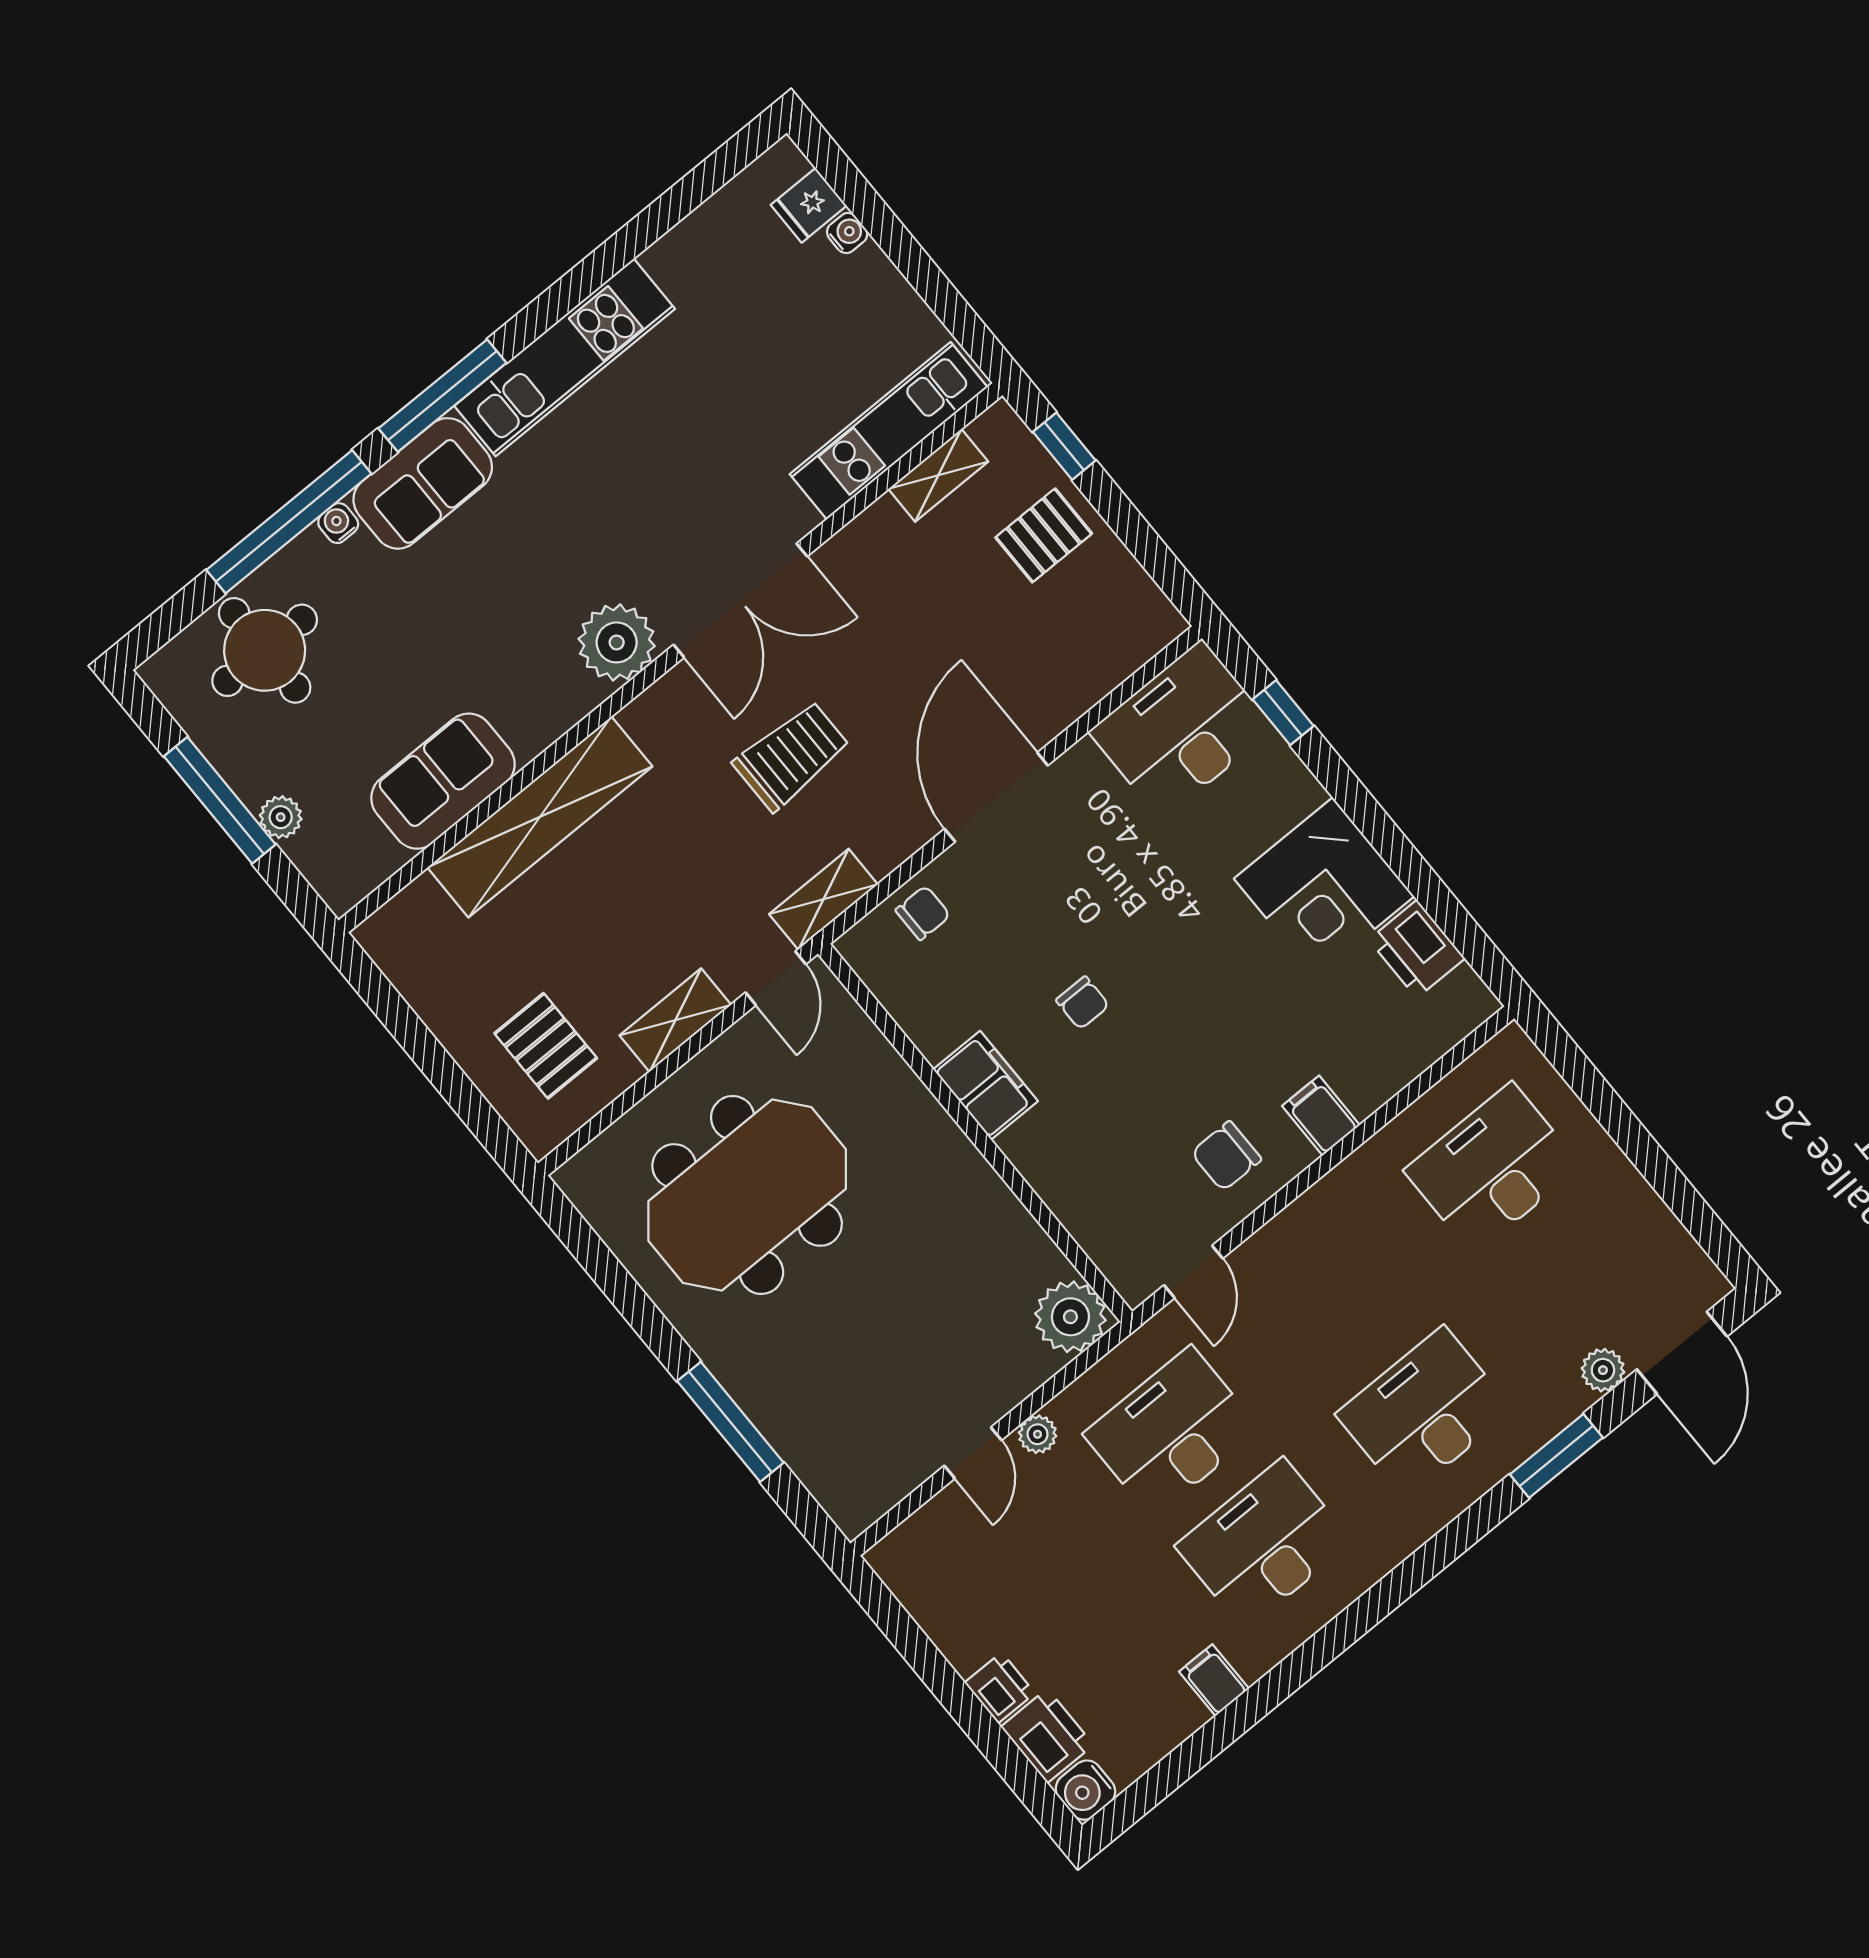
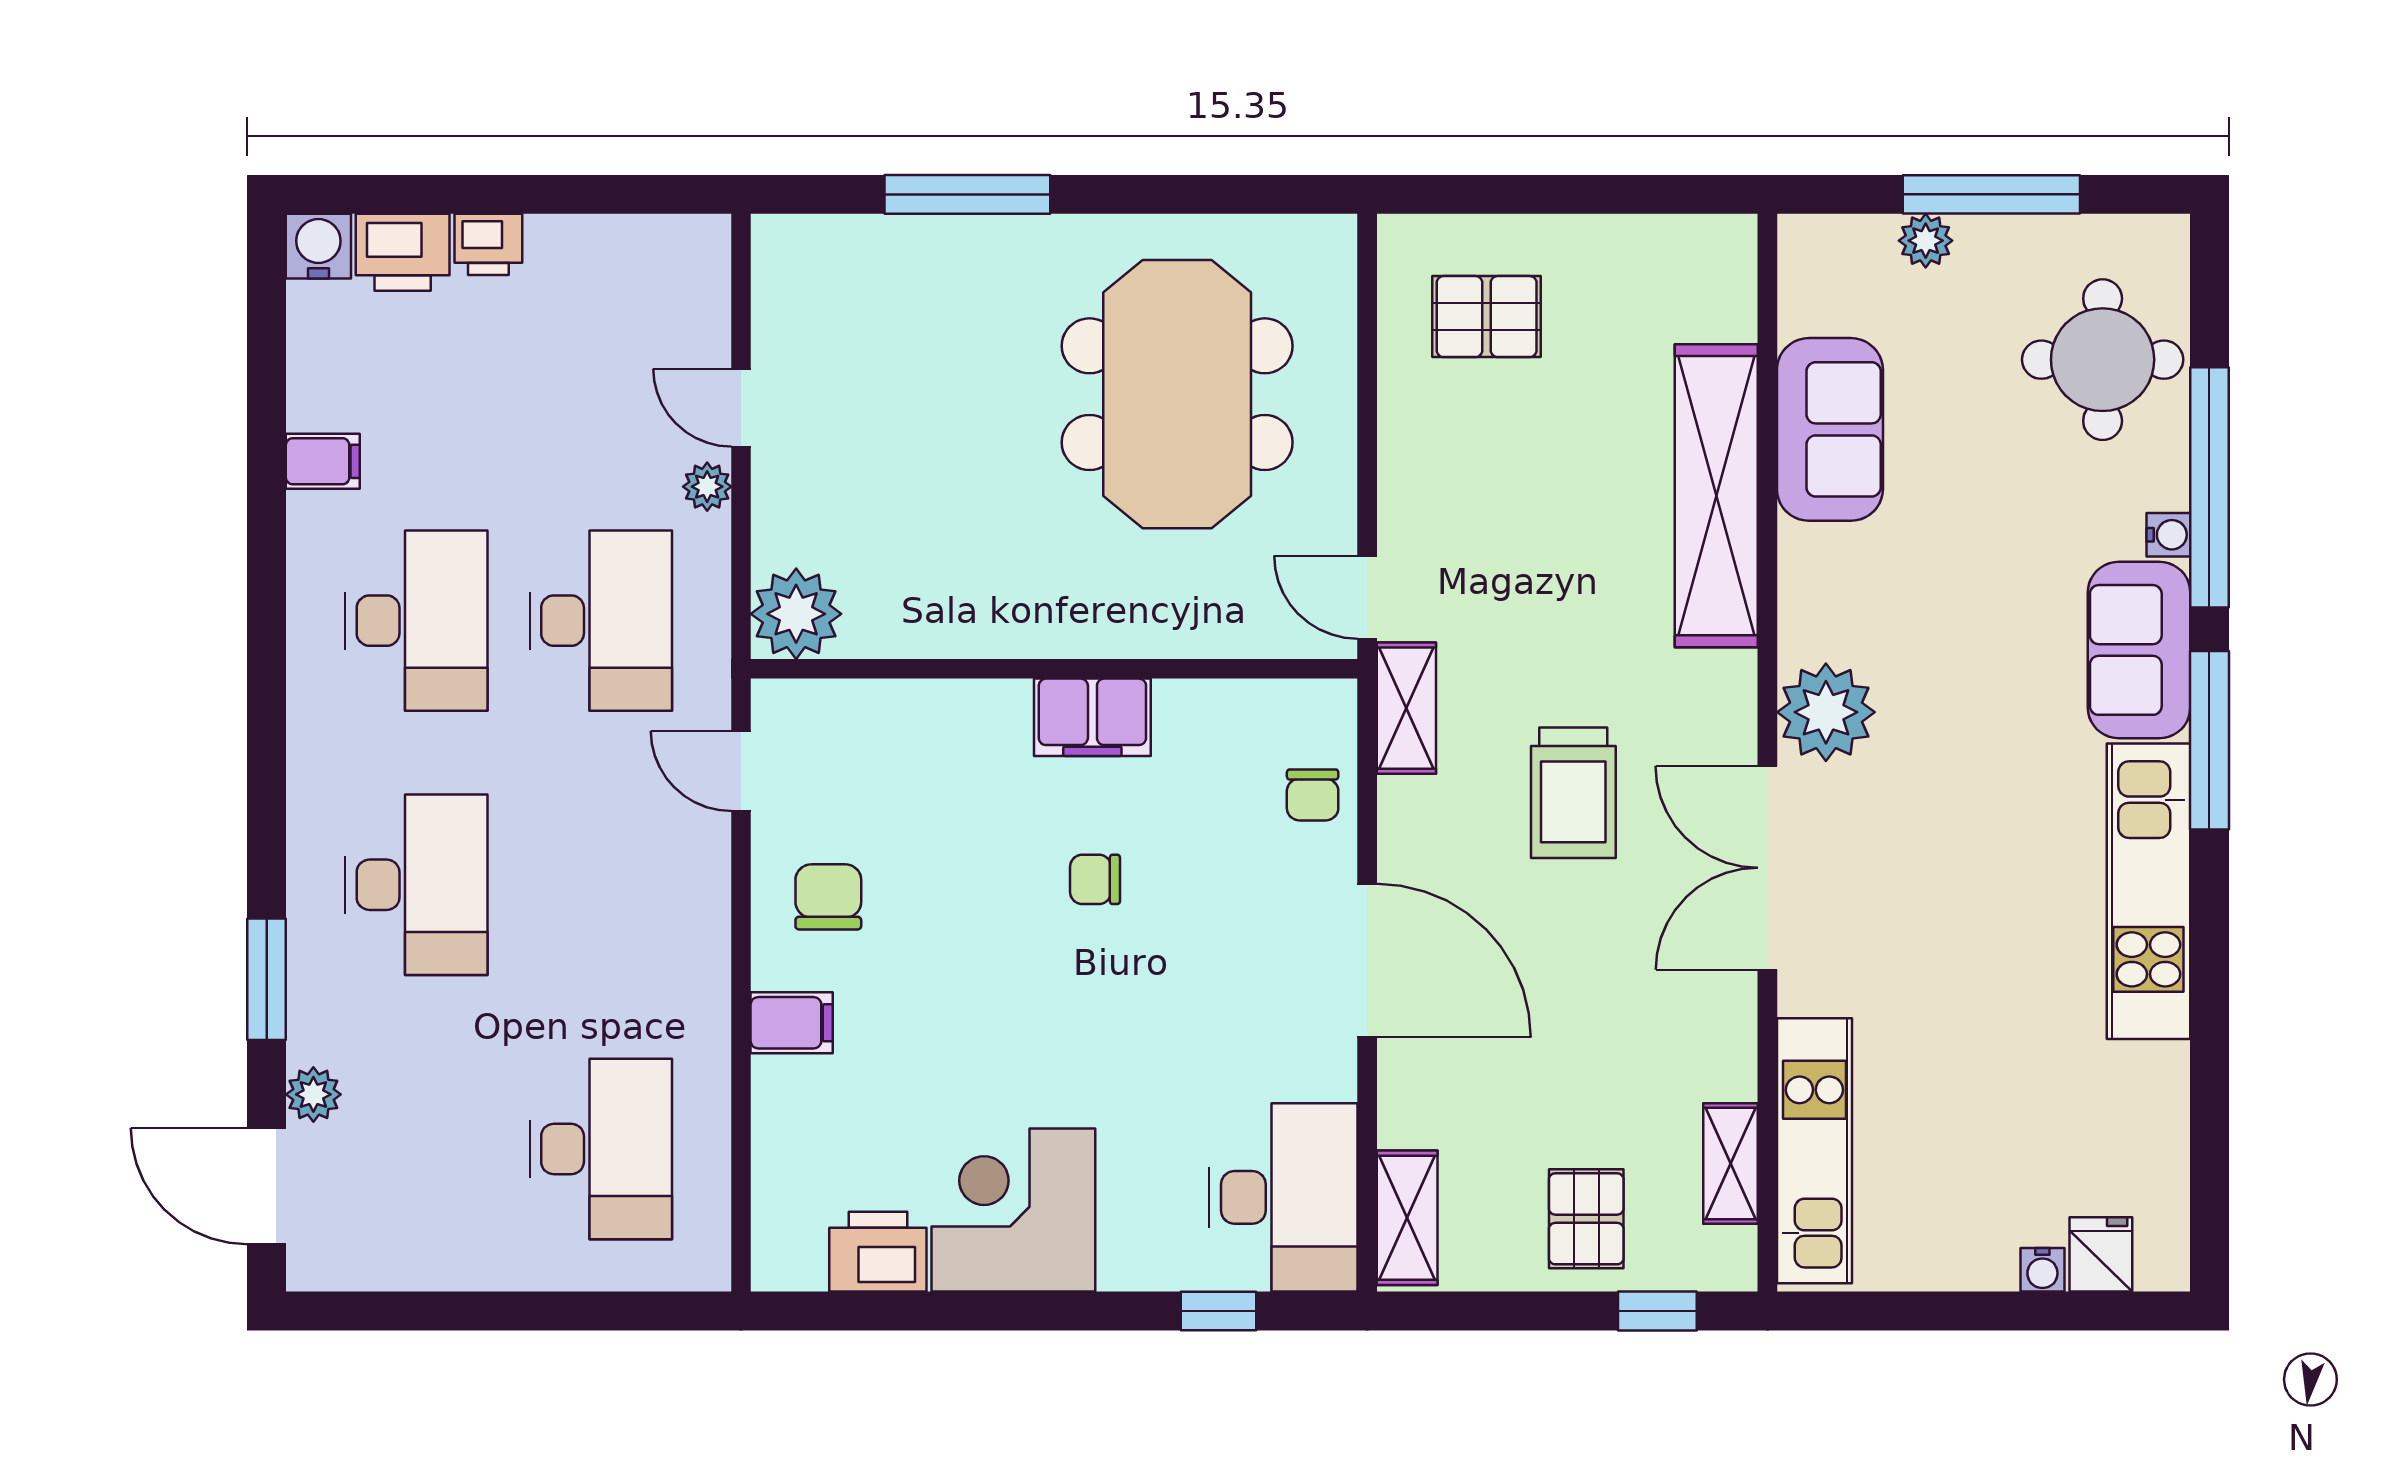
shelving: (675, 1020) -> (1407, 1218), moved

